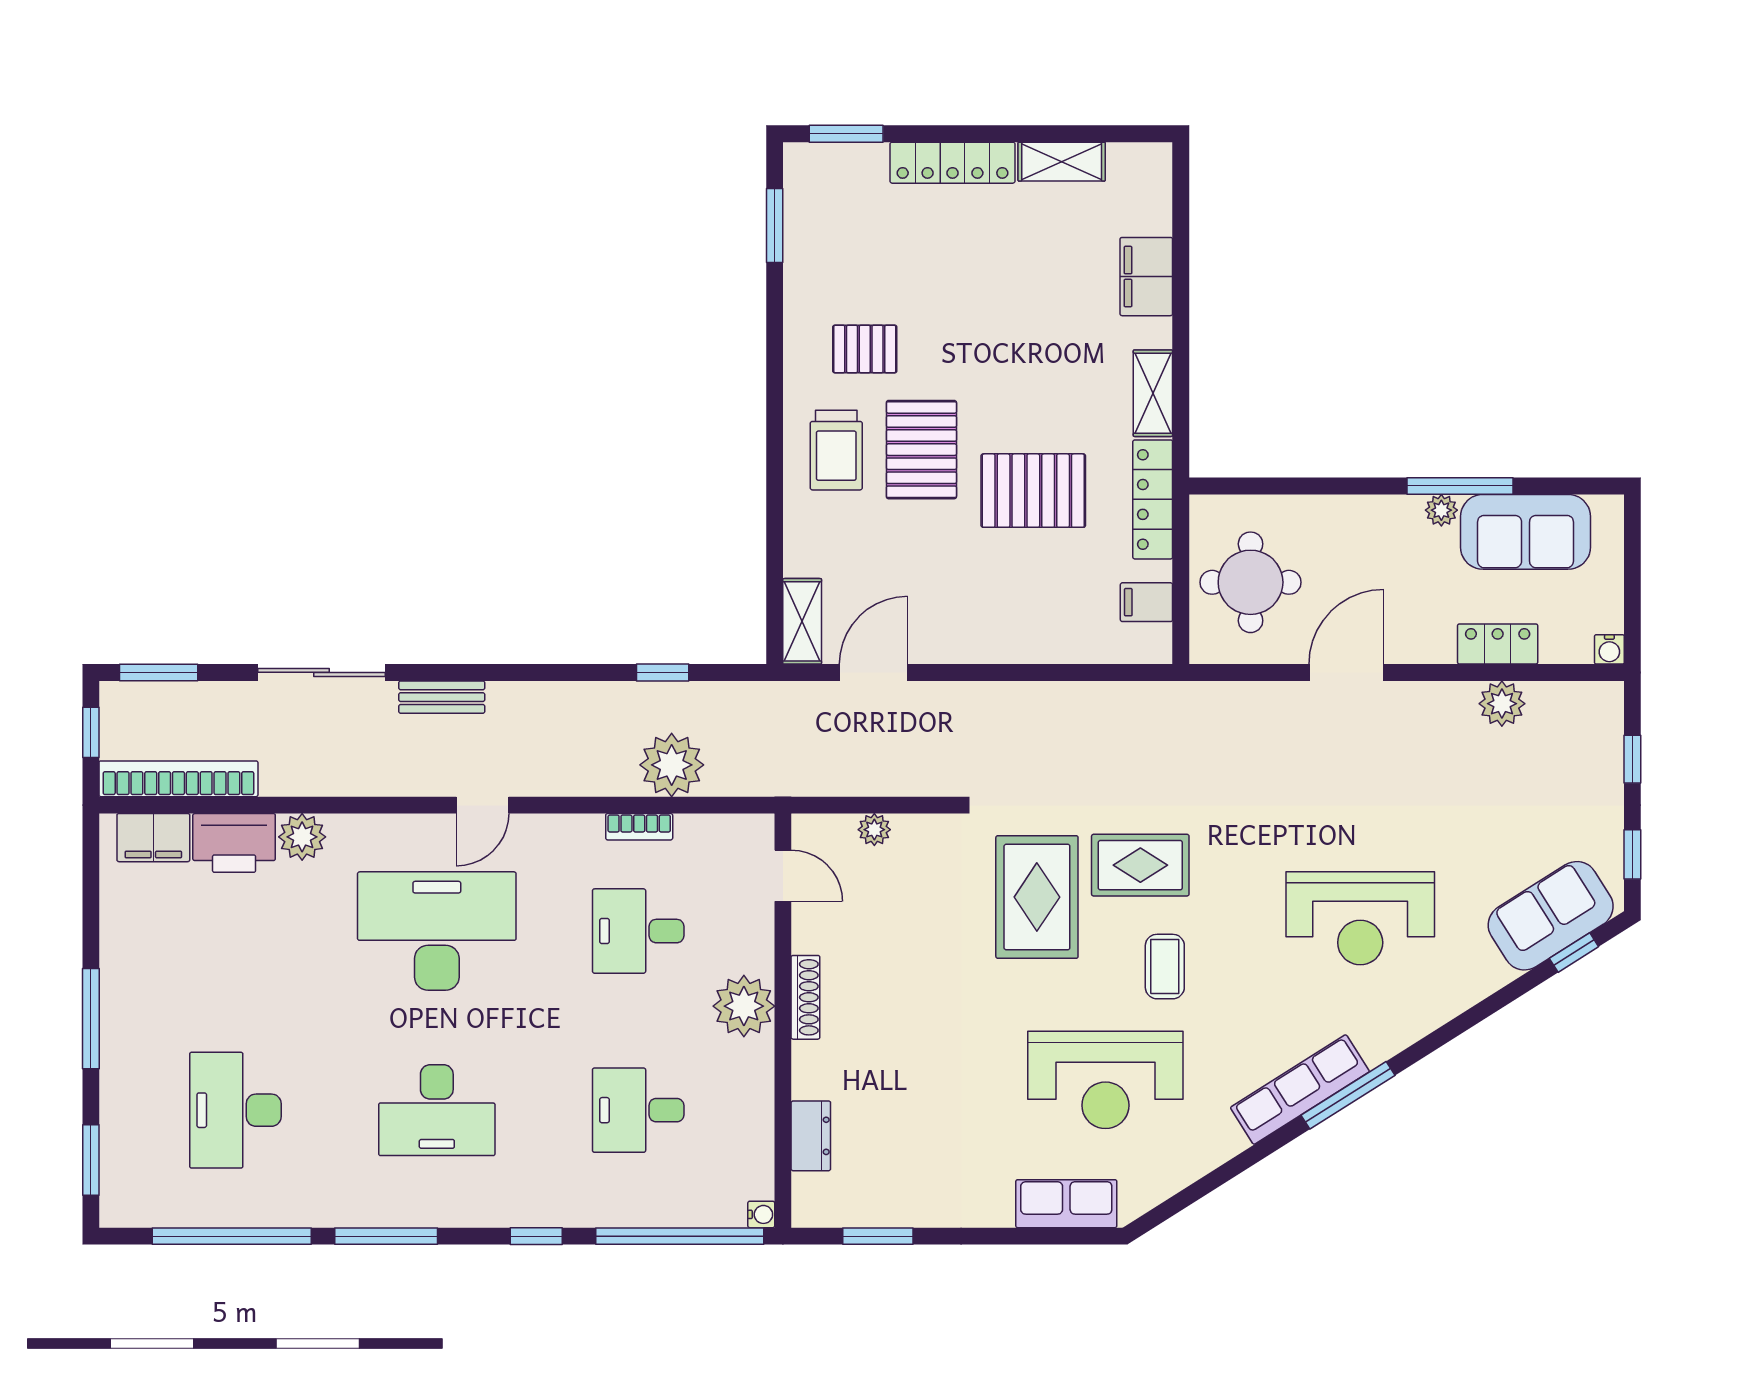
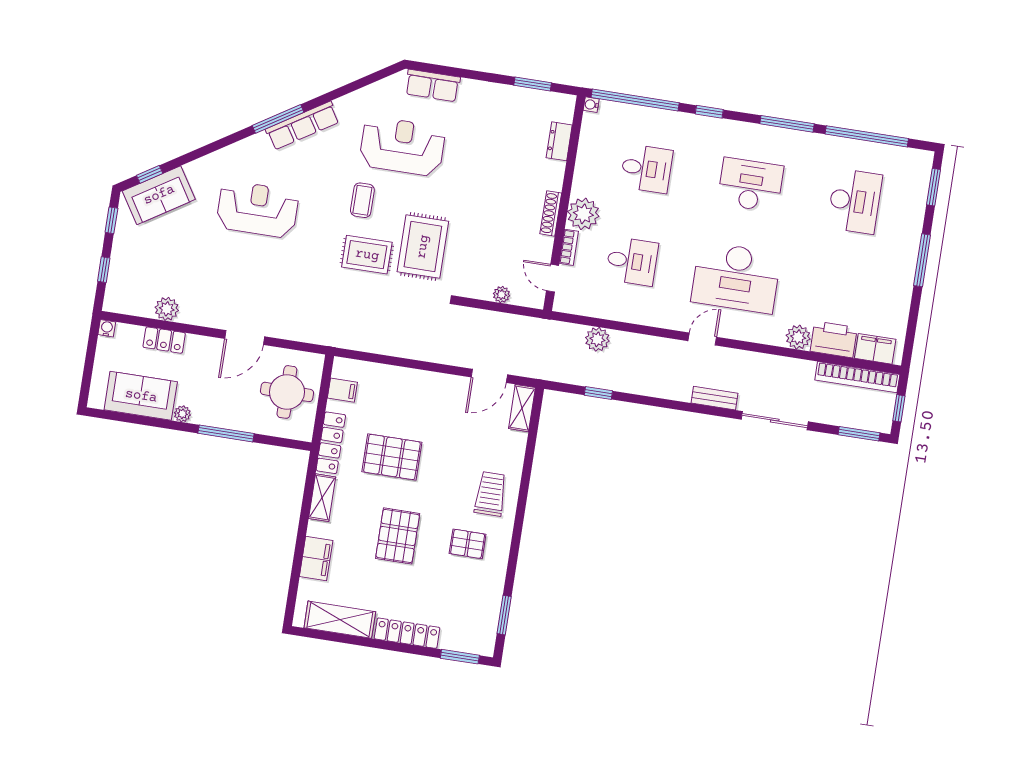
shelving: (1062, 162) -> (340, 620), width x1.50, depth x1.33
pallet: (921, 450) -> (398, 536), moved
window: (1460, 486) -> (226, 433), moved
plant: (672, 765) -> (597, 339), width x0.73, depth x0.73
bookcase: (639, 827) -> (569, 247), moved, turned 90

